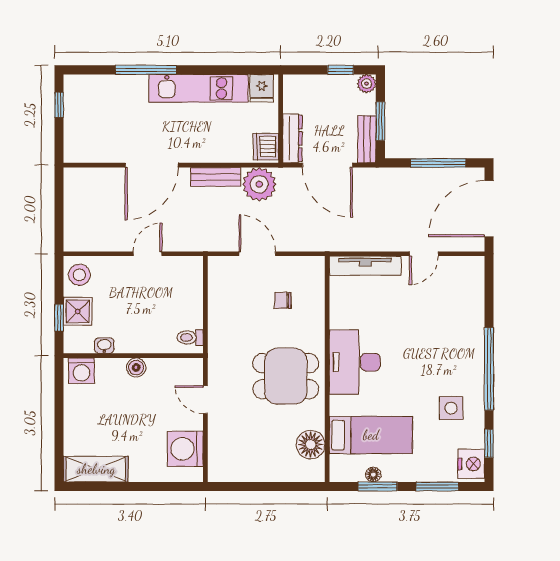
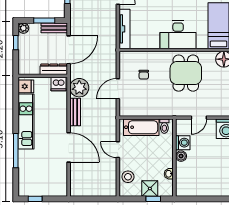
stool: (79, 275) -> (128, 177), moved
bathtub: (188, 296) -> (141, 127), added
washing machine: (82, 371) -> (183, 143), moved

